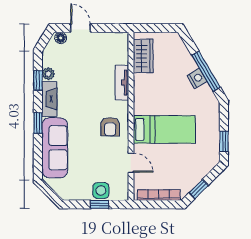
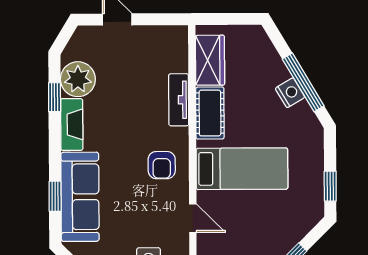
floor lamp: (61, 38) -> (88, 34), removed
plant: (48, 74) -> (78, 79), width x1.87, depth x1.87
cot: (143, 92) -> (210, 113), added
window: (38, 123) -> (55, 196), moved

